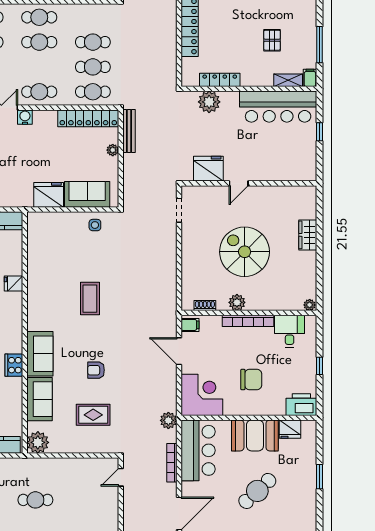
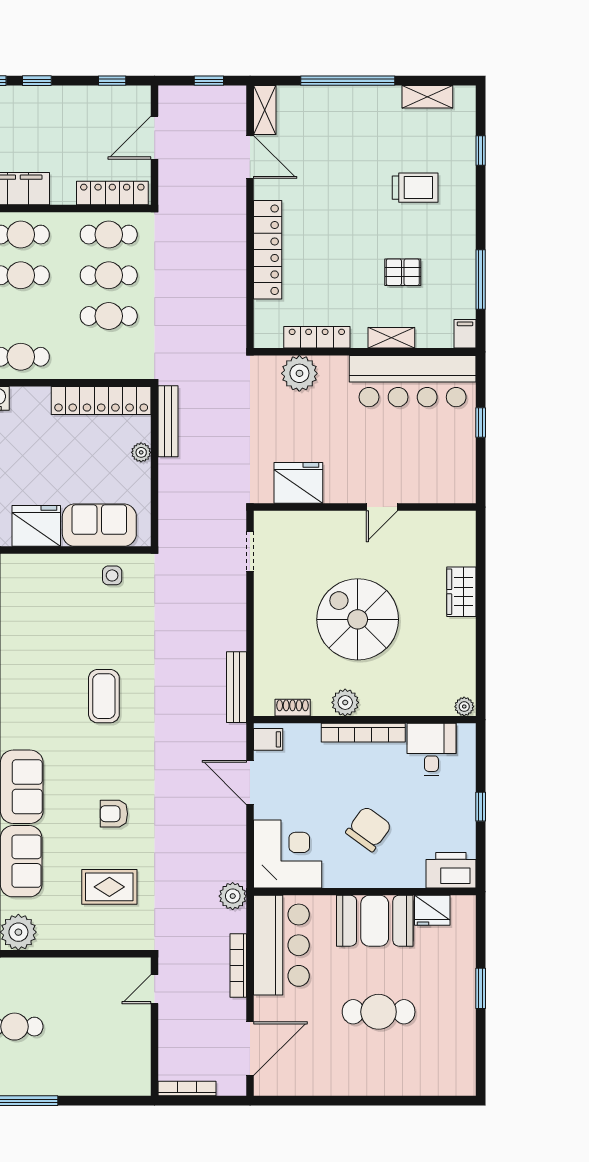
pallet: (272, 40) -> (403, 272), turned 90
shelving: (288, 80) -> (391, 338), moved
cafe table: (93, 92) -> (109, 235), moved
door: (239, 183) -> (382, 507), moved
bench: (171, 293) -> (237, 687), added
chair: (251, 380) -> (369, 829), turned -54
cafe table: (257, 491) -> (379, 1012), turned 43

